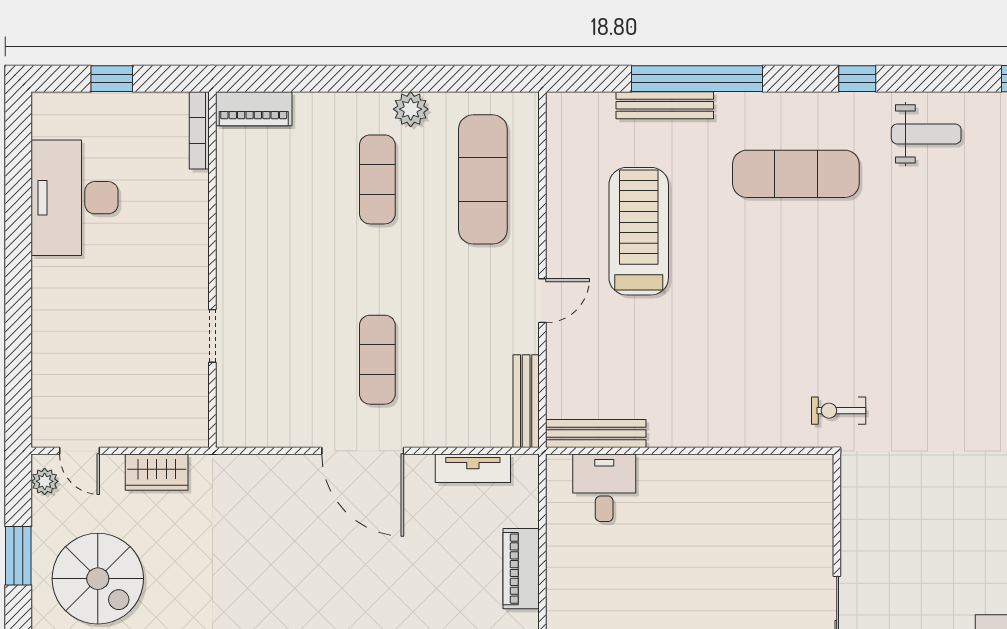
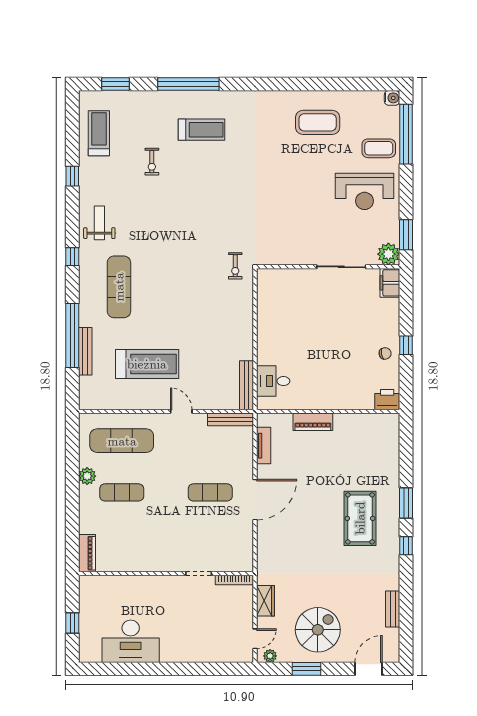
bookcase: (199, 130) -> (234, 580), moved
treadmill: (639, 231) -> (147, 364), turned 180

